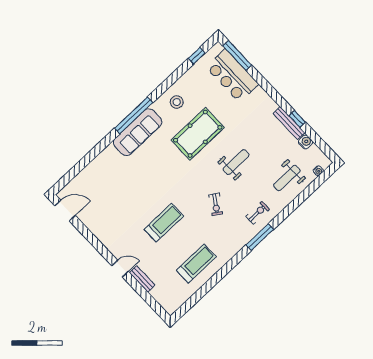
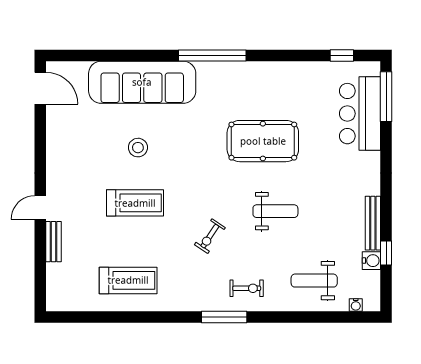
stool: (177, 102) -> (138, 148), moved
window: (297, 119) -> (386, 253), moved
sofa: (138, 132) -> (142, 82), moved, width x1.36, depth x1.27
door: (120, 269) -> (40, 208), swing flipped

